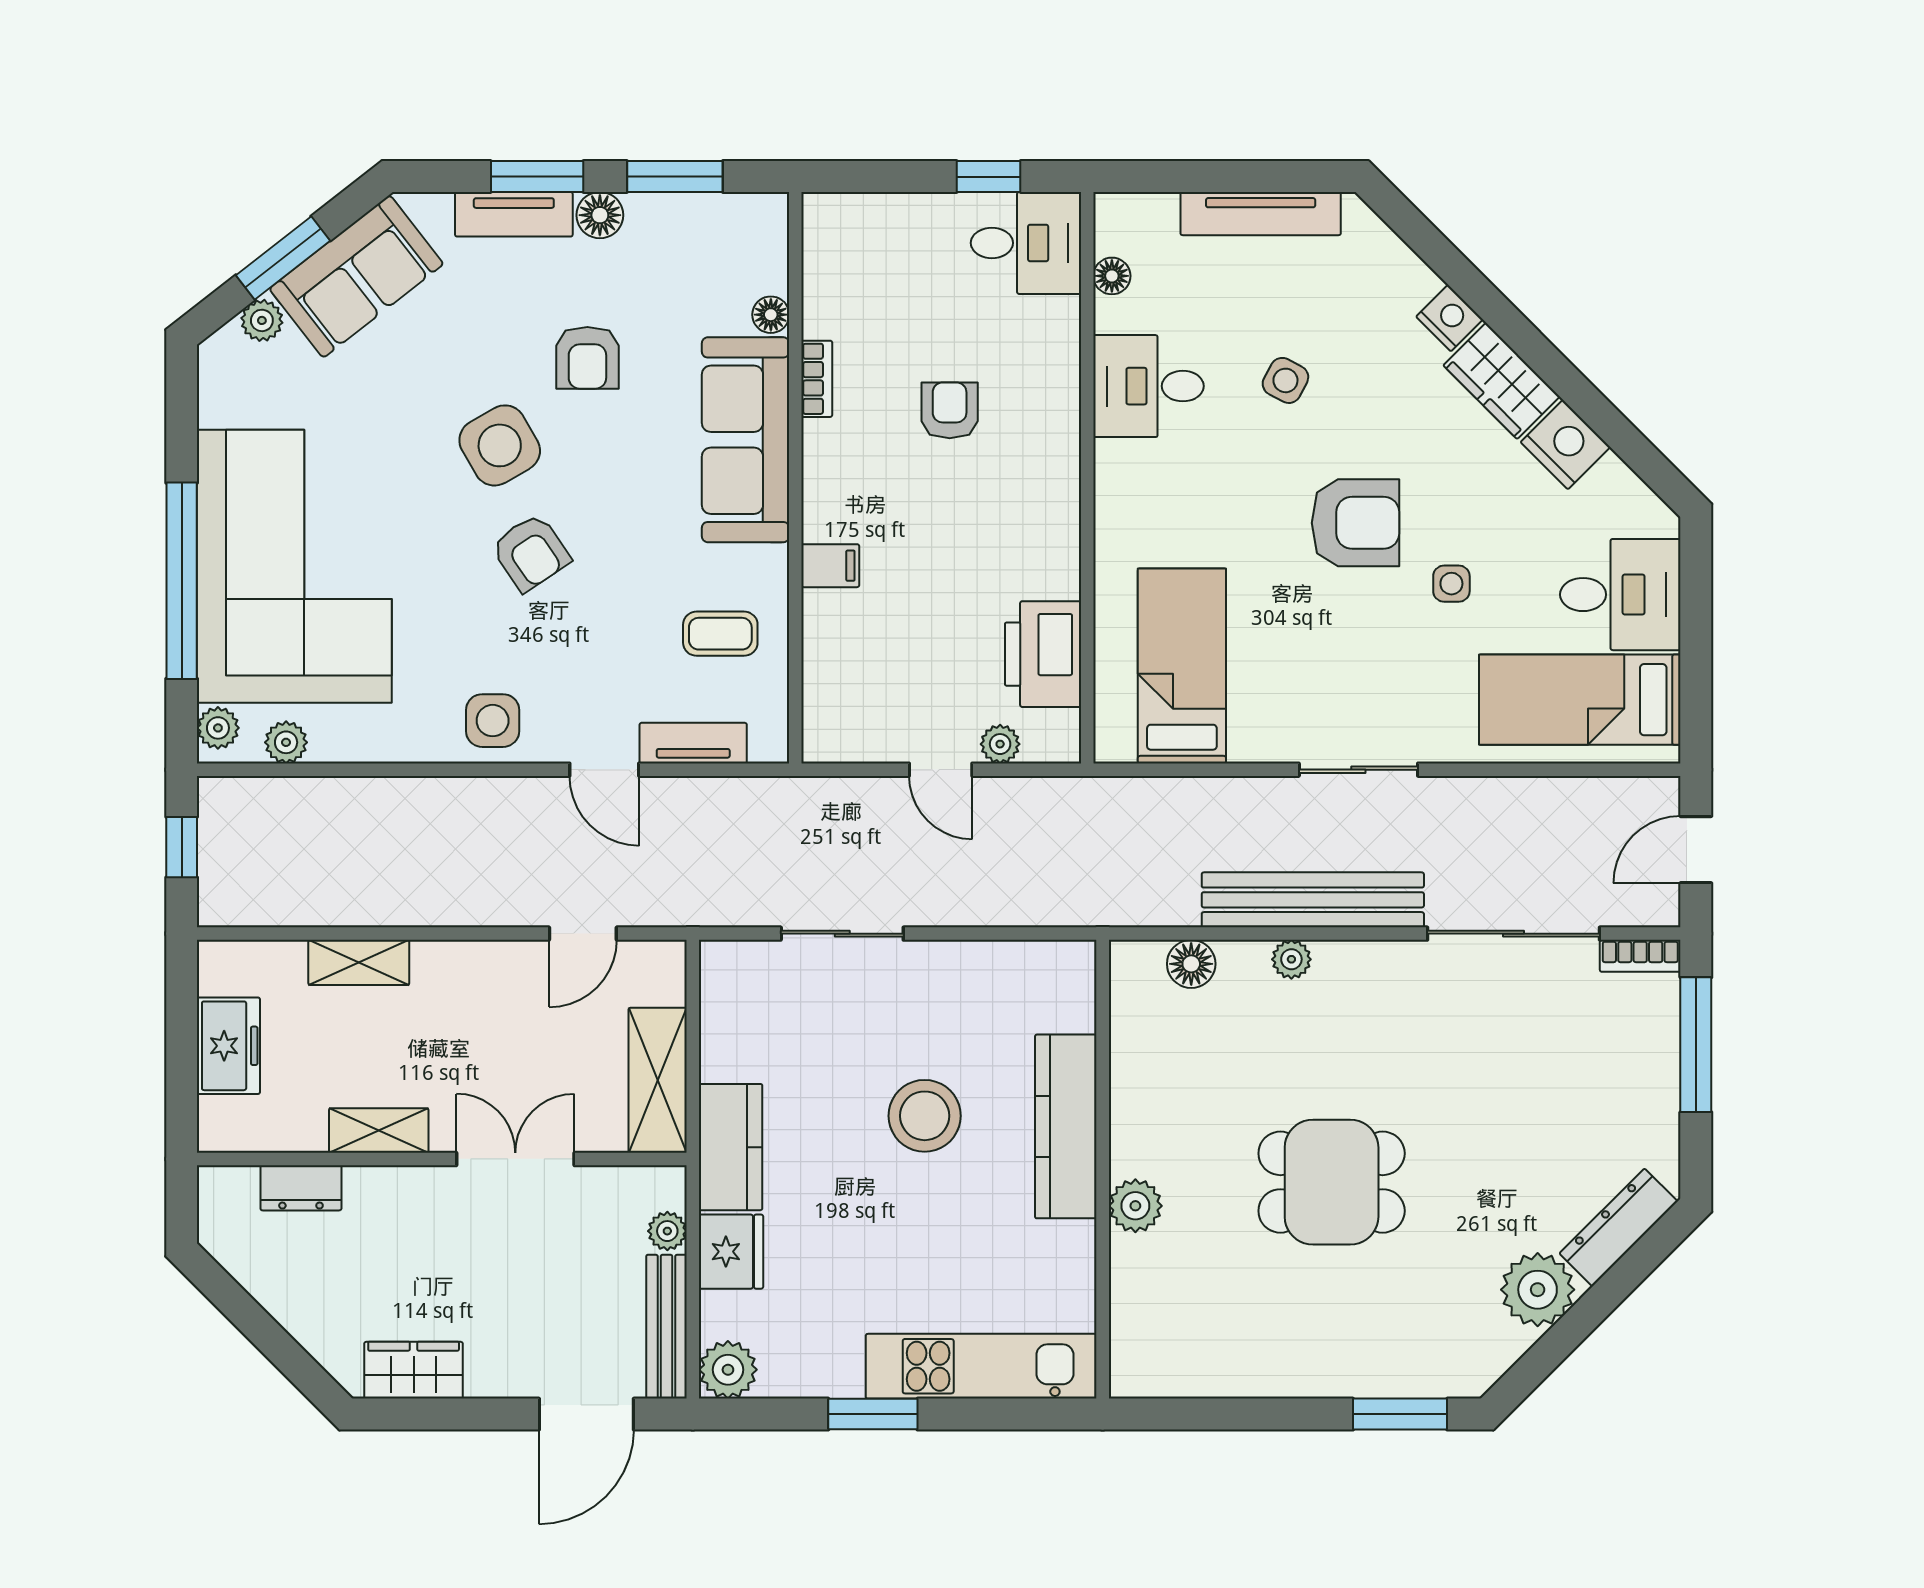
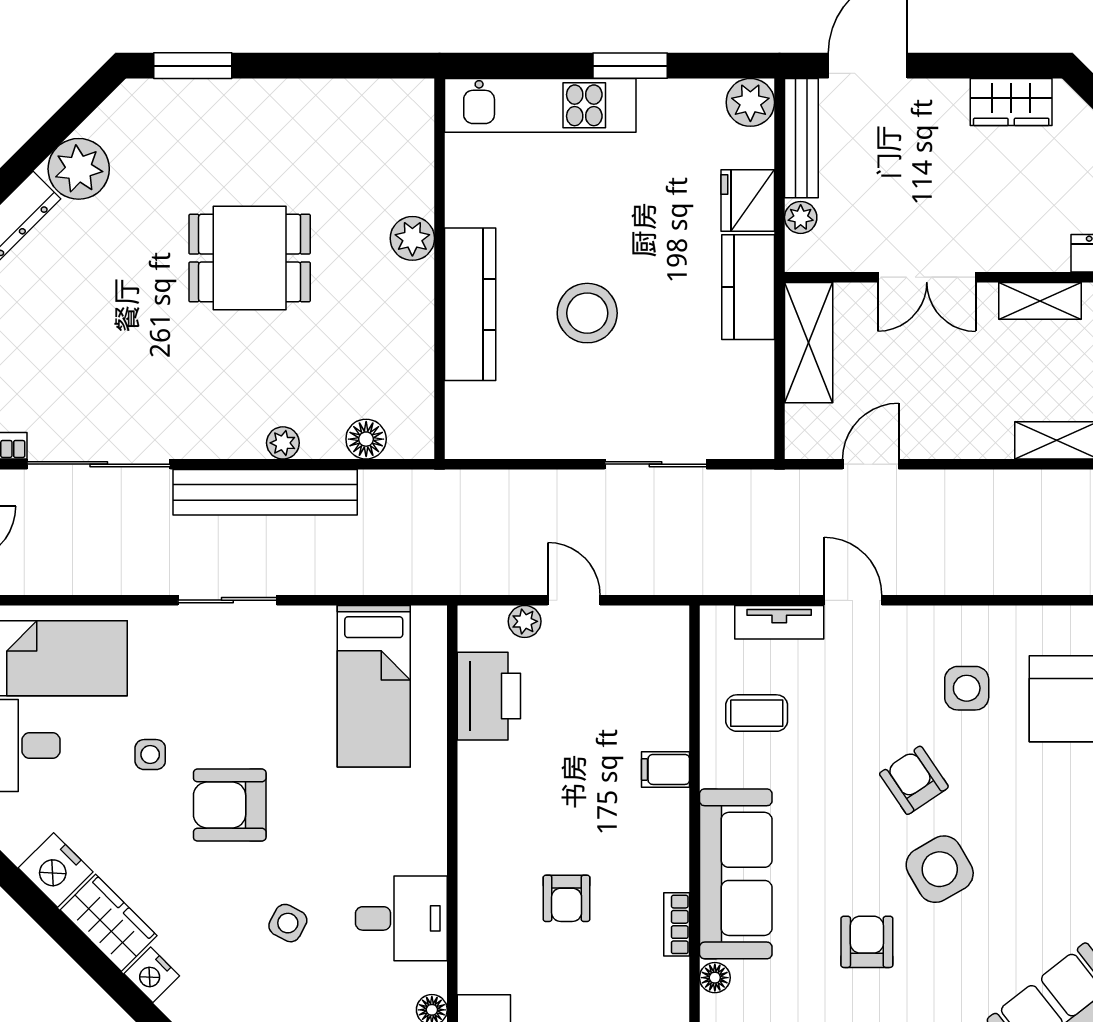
side table: (493, 721) -> (967, 688), moved

